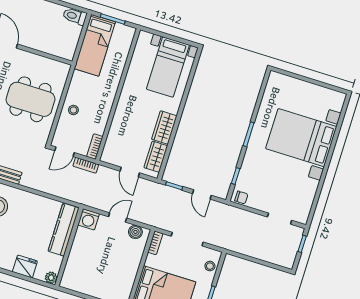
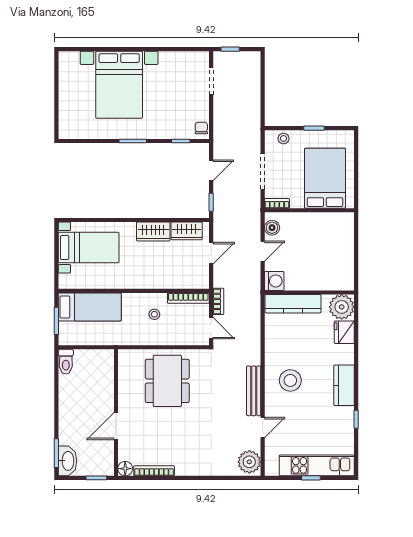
bed: (95, 45) -> (90, 307), moved
stool: (73, 110) -> (154, 314), moved
bookcase: (95, 147) -> (188, 298), width x1.56
door: (118, 217) -> (263, 251), swing flipped
plant: (51, 278) -> (342, 307), width x1.88, depth x1.88

